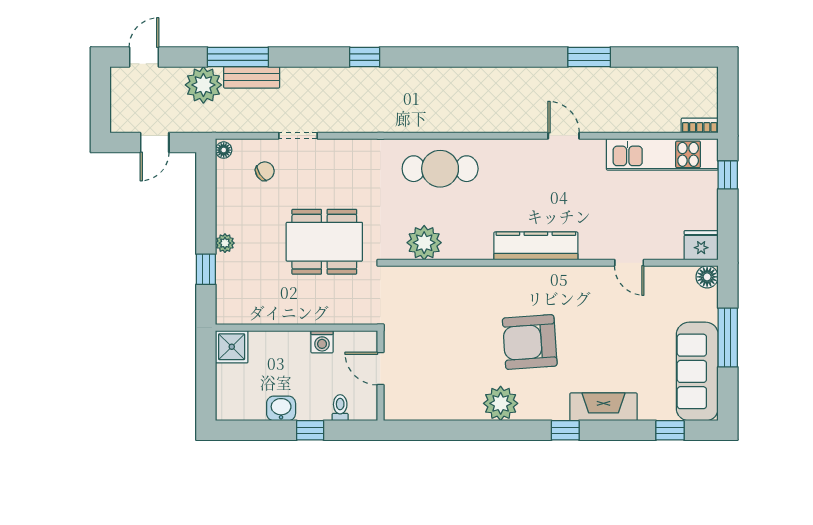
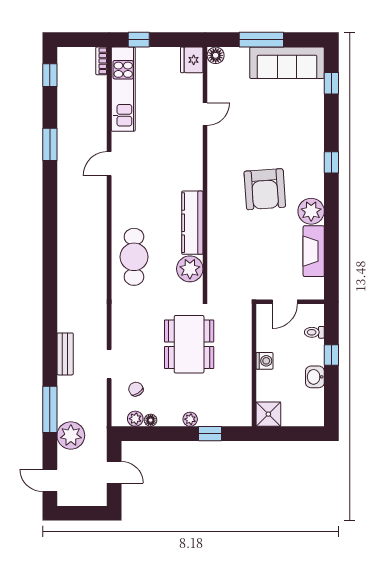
window: (365, 57) -> (50, 75), moved
bench: (252, 77) -> (65, 354), moved
floor lamp: (224, 150) -> (151, 420), moved
plant: (226, 170) -> (135, 419), added
kitchen counter: (536, 246) -> (192, 223), moved
washing machine: (322, 342) -> (265, 361), moved
fireplace: (604, 407) -> (314, 251), moved

